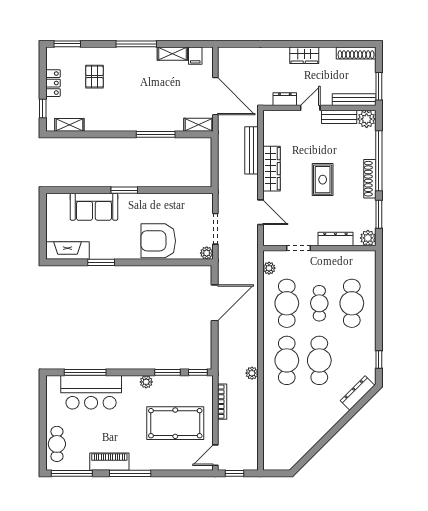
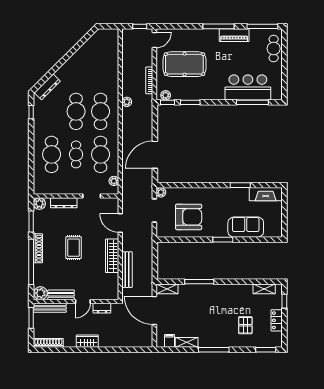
armchair: (158, 241) -> (189, 217), moved
plant: (146, 382) -> (166, 95), moved

